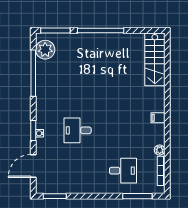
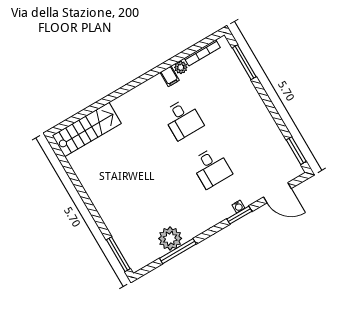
window: (101, 31) -> (90, 206), removed
plant: (45, 50) -> (170, 238), moved
window: (33, 73) -> (178, 251), width x0.68
filing cabinet: (158, 118) -> (170, 76), moved
desk: (123, 171) -> (183, 119), moved, turned 180

